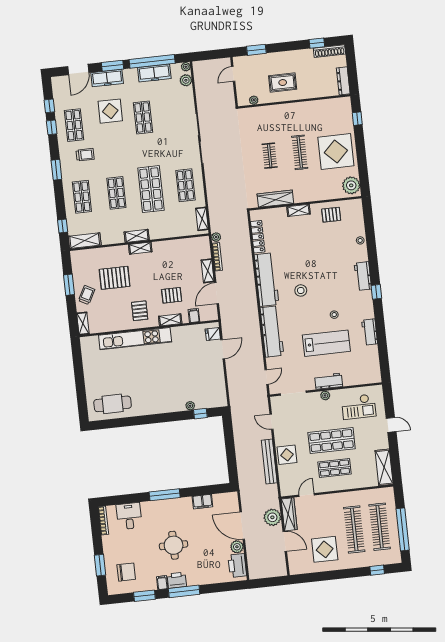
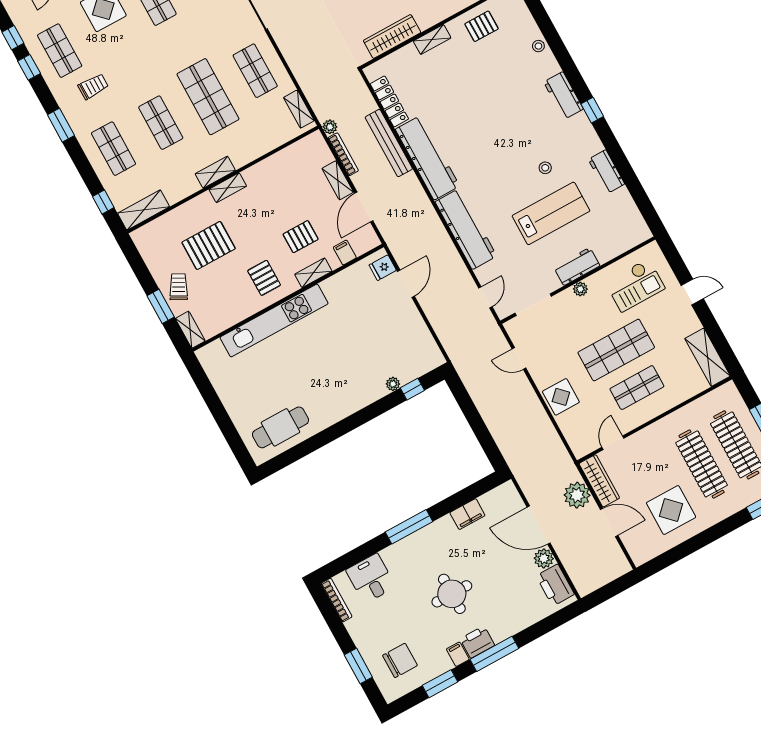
window: (69, 285) -> (161, 306), moved
stool: (301, 290) -> (483, 153), removed
bench: (269, 461) -> (389, 143), moved

